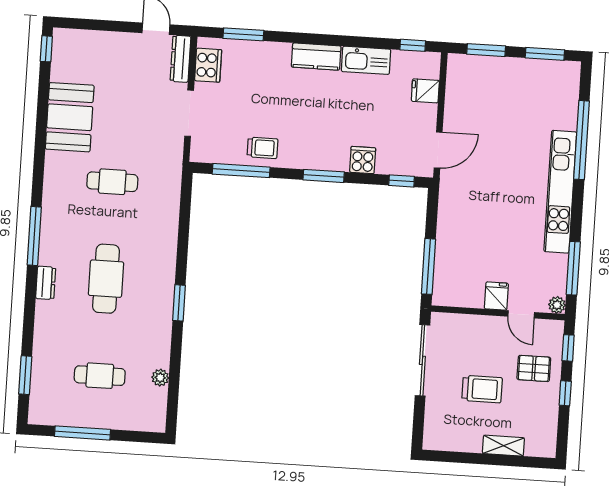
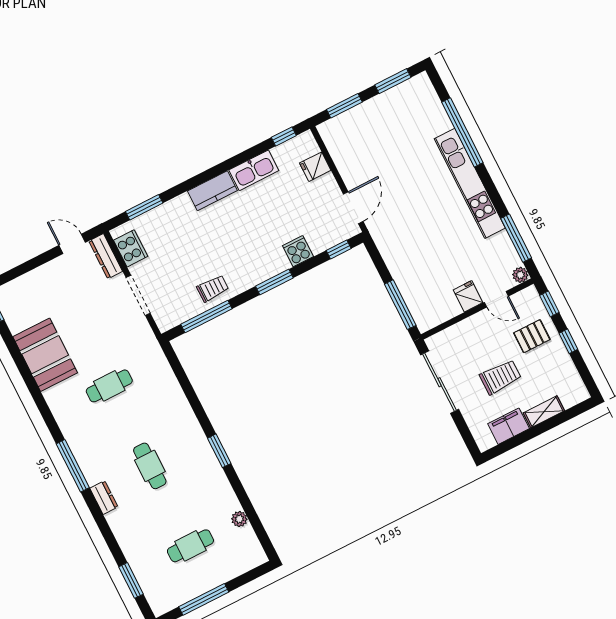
cafe table: (106, 279) -> (150, 466), width x0.73, depth x0.74
filing cabinet: (463, 440) -> (509, 426), added

